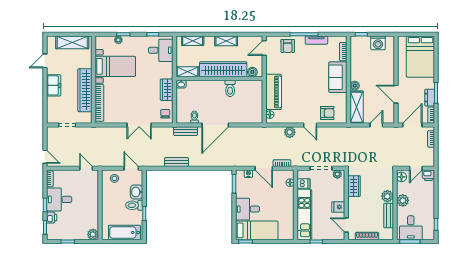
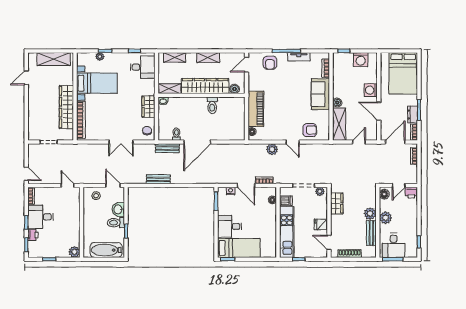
washing machine: (388, 73) -> (371, 90), added
freezer: (54, 85) -> (35, 102), removed

